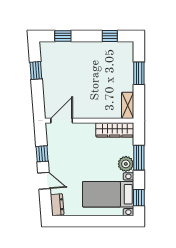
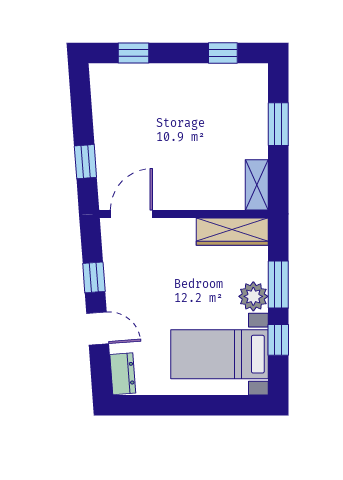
window: (36, 70) -> (85, 162), moved
window: (139, 198) -> (278, 340), moved

